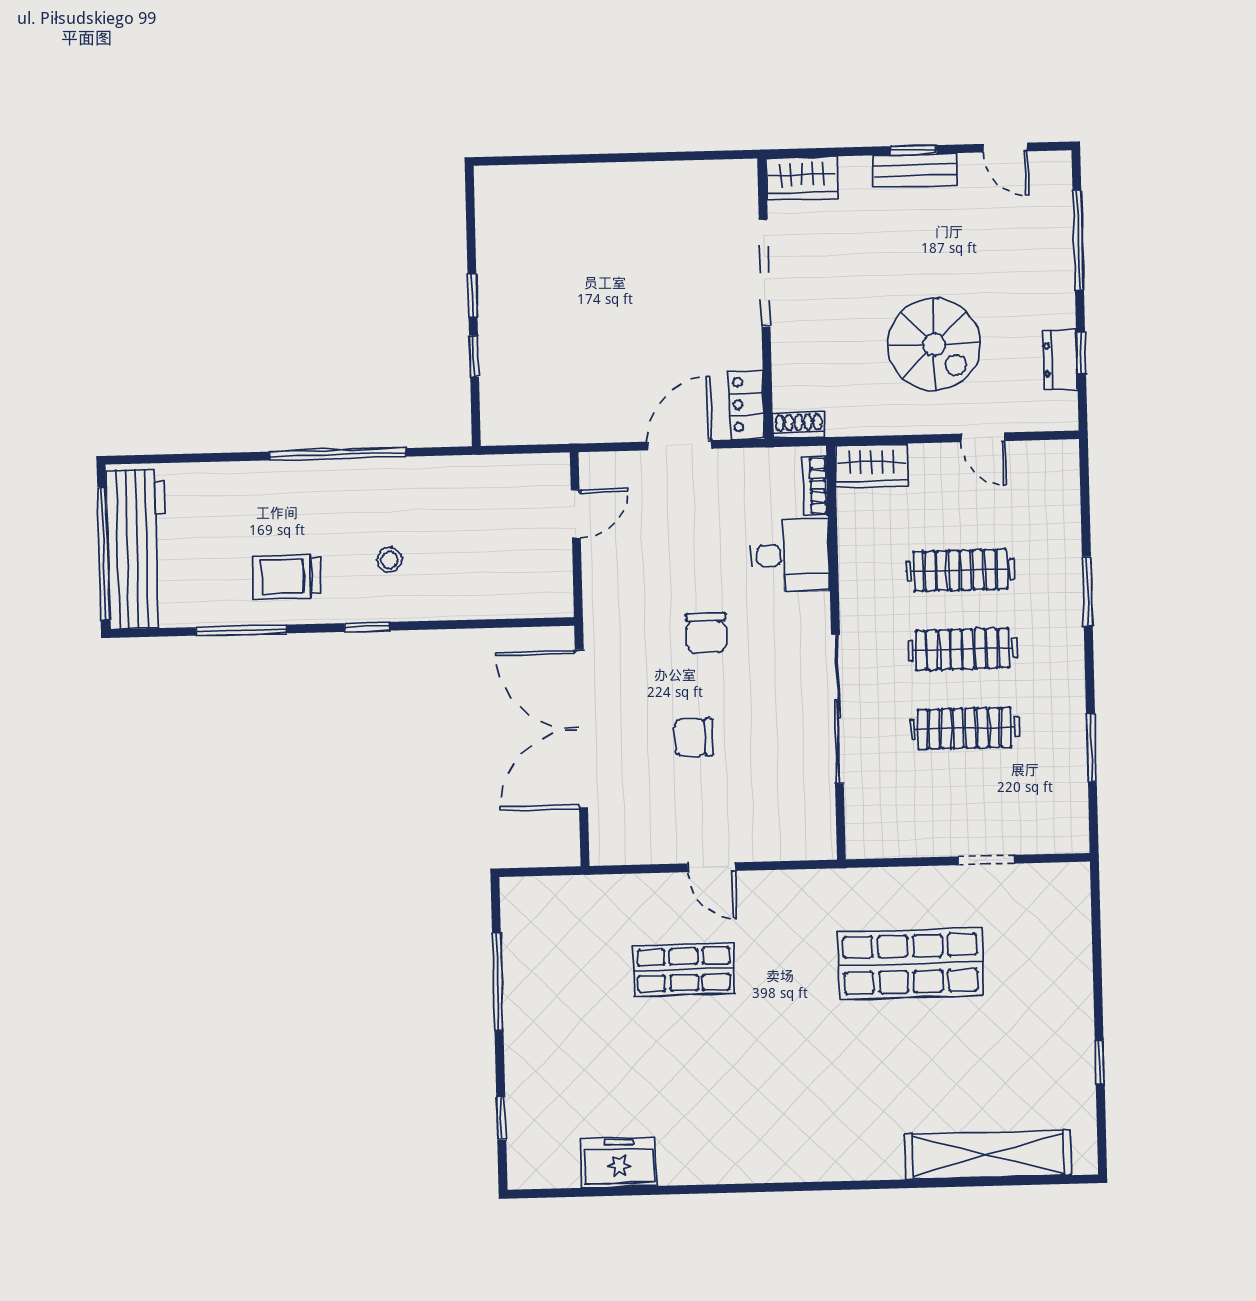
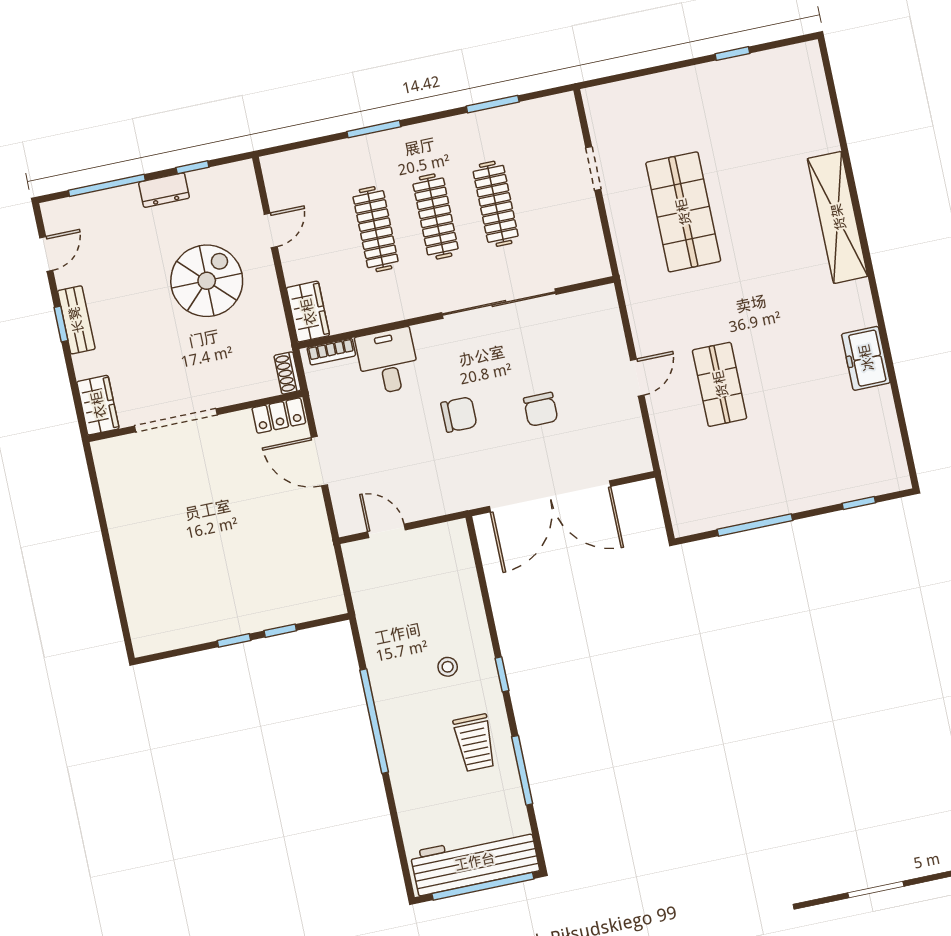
dresser: (1060, 360) -> (164, 190), moved
shelving: (988, 1155) -> (838, 217), moved
freezer: (619, 1163) -> (866, 358), moved

